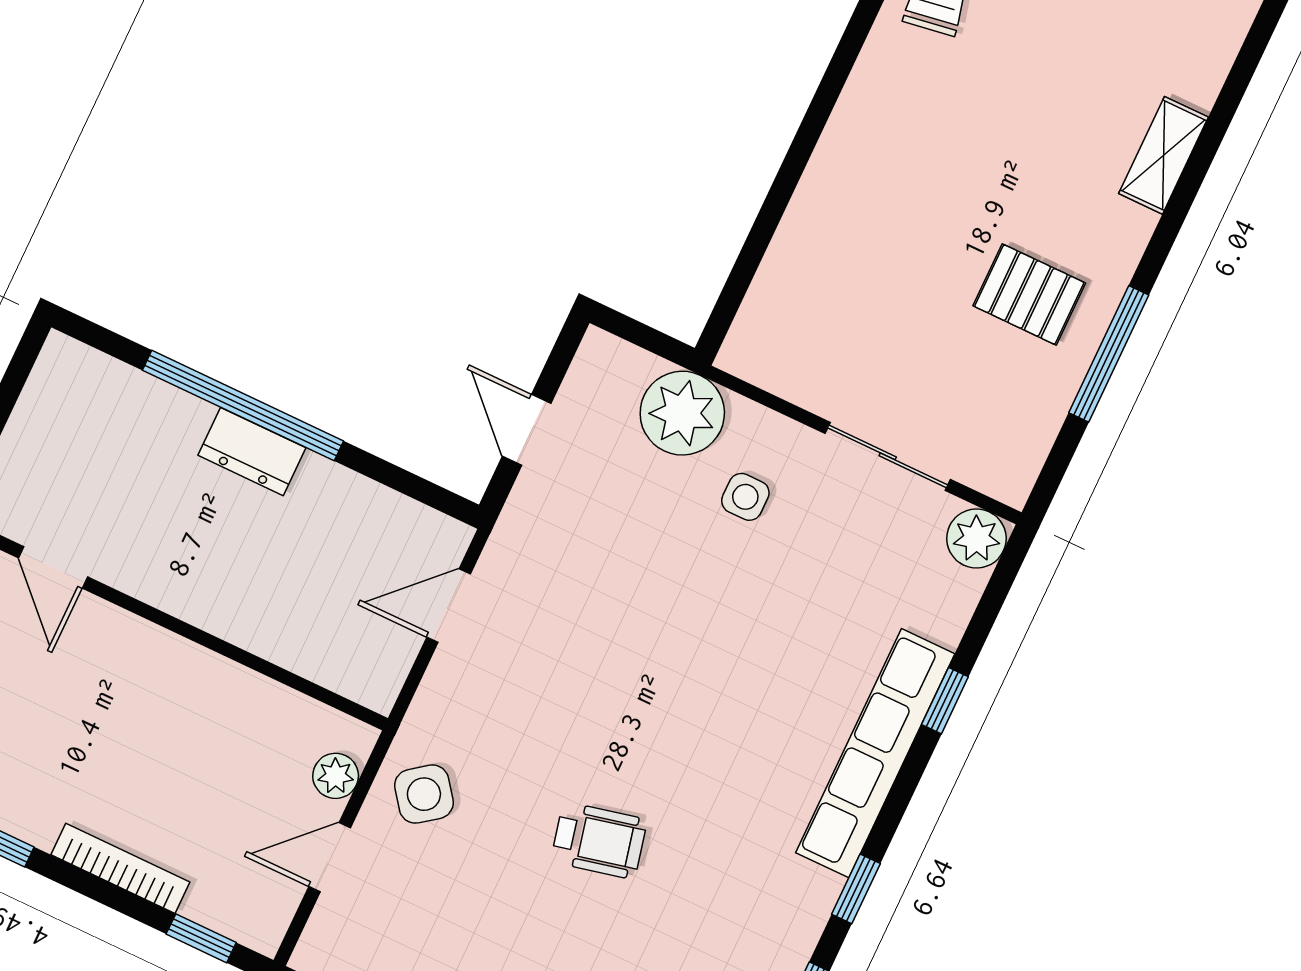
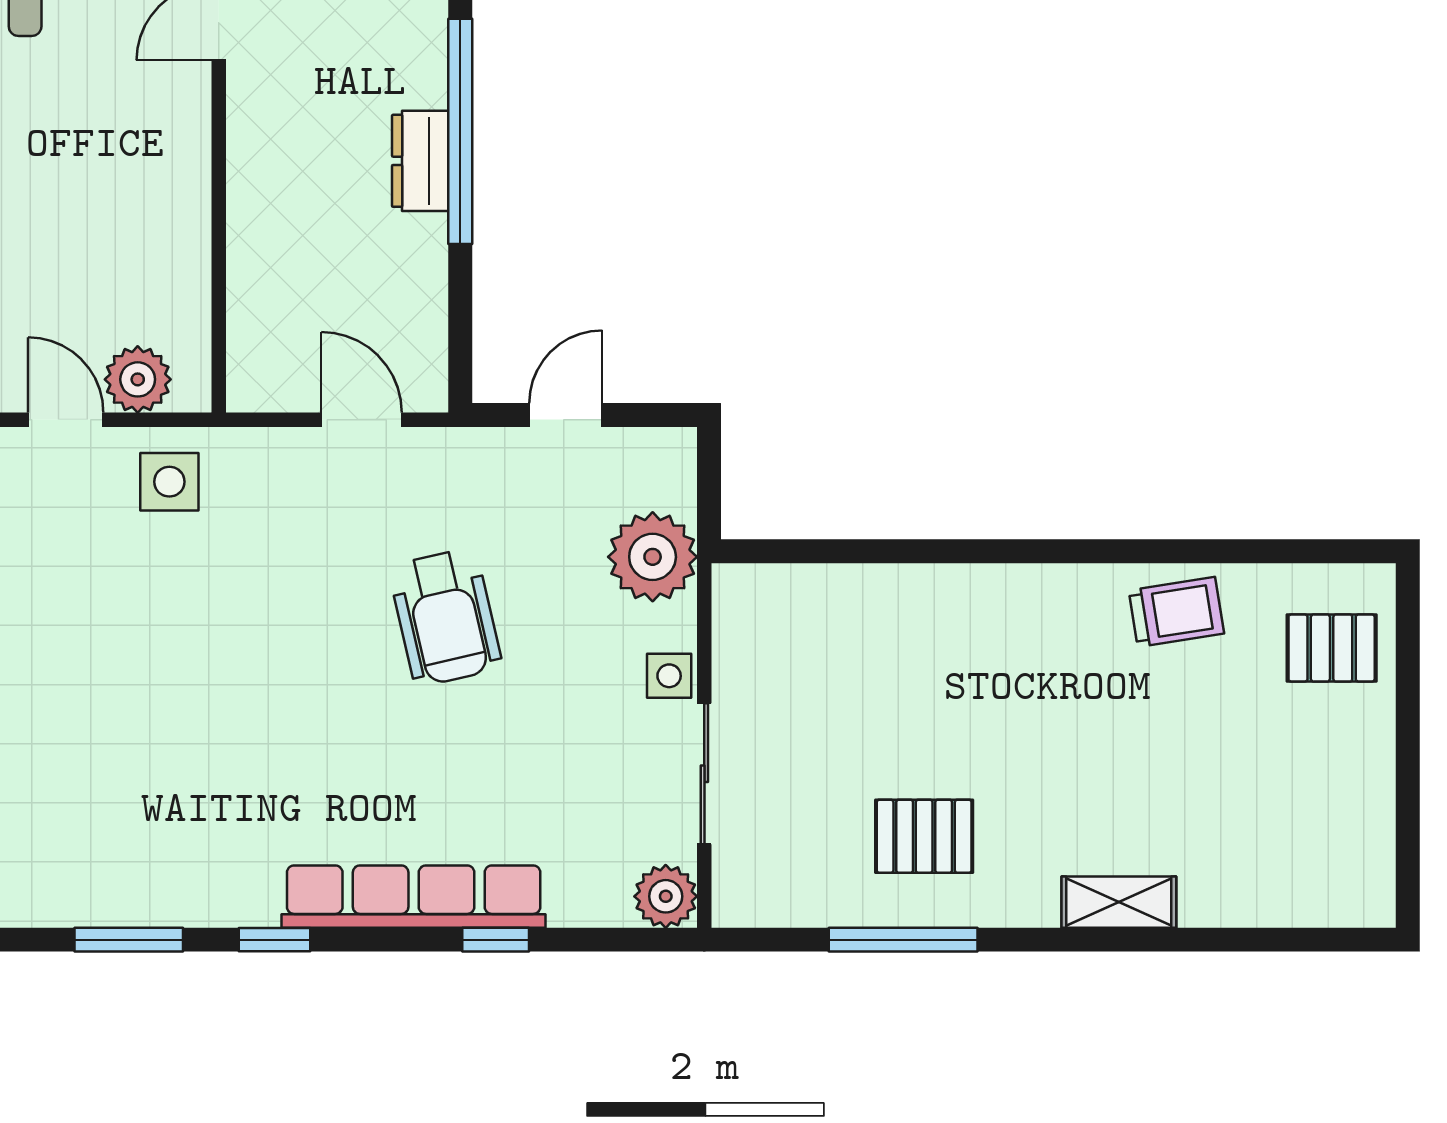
pallet: (1029, 294) -> (924, 836), turned 90
side table: (745, 497) -> (669, 676), moved
plant: (336, 776) -> (138, 379), width x1.38, depth x1.38
side table: (424, 794) -> (169, 482), turned 37
wheelchair: (599, 841) -> (445, 617), moved, width x1.36, depth x1.37

